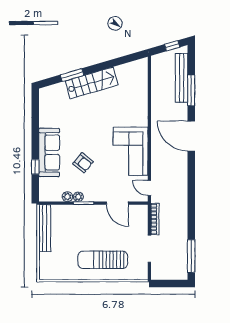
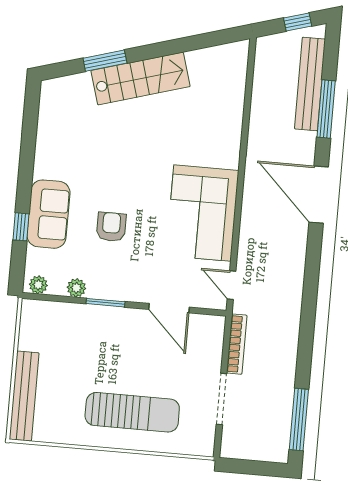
sofa: (49, 152) -> (48, 214), width x0.73
armchair: (83, 163) -> (111, 227), turned -129
plant: (78, 197) -> (38, 285), moved
bench: (45, 228) -> (24, 396), moved
sun lounger: (103, 260) -> (132, 412), turned 180

